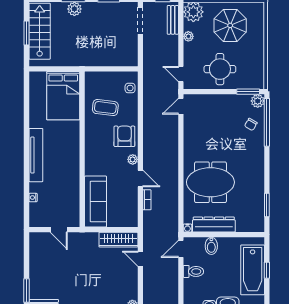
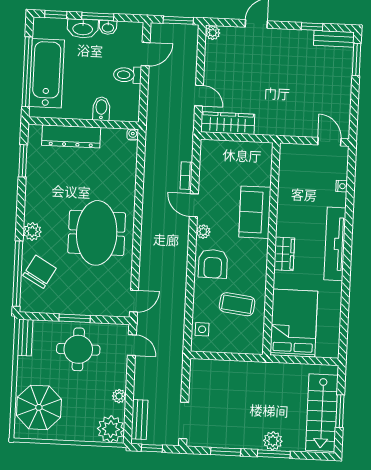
parasol: (230, 25) -> (39, 407), moved
bench: (259, 76) -> (25, 338), added
window: (248, 92) -> (75, 318), moved
plant: (258, 101) -> (32, 231), moved
chair: (251, 124) -> (40, 272), width x1.87, depth x1.87
wardrobe: (73, 146) -> (284, 254), added
meeting table: (210, 182) -> (97, 233), moved, turned 90
sofa: (96, 202) -> (255, 212), moved, width x0.73
dresser: (214, 225) -> (71, 136), moved
door: (59, 230) -> (329, 142), moved
door: (181, 249) -> (146, 54), moved
window: (267, 270) -> (27, 72), width x3.17

